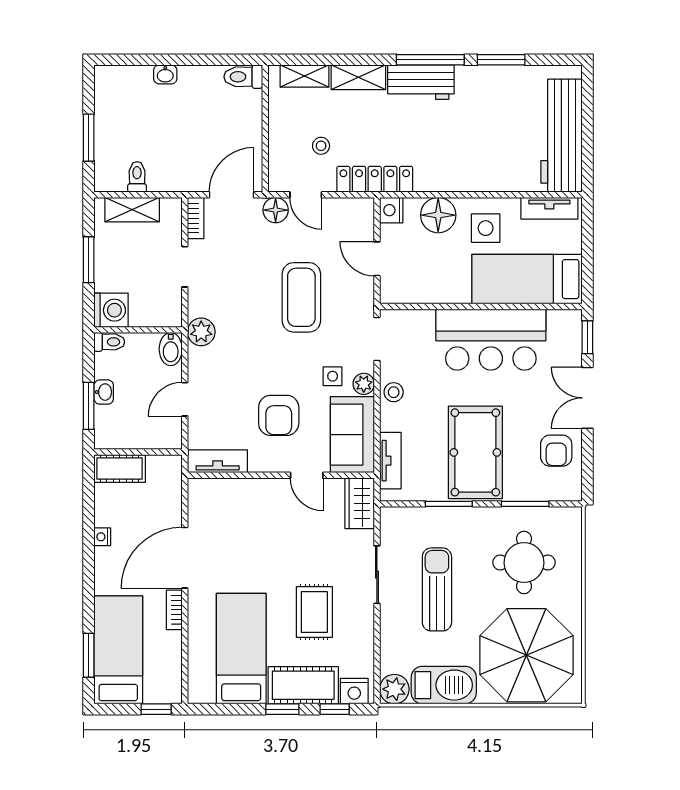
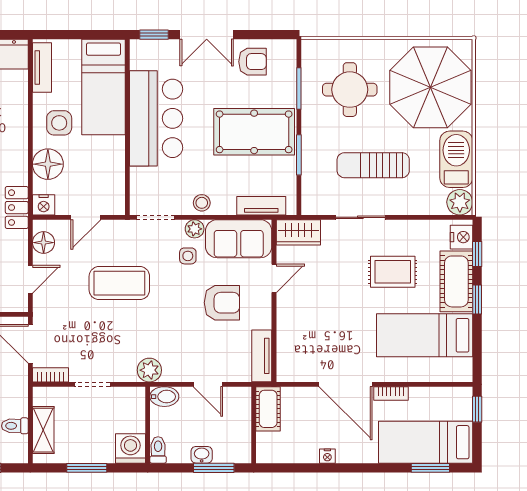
locker: (375, 179) -> (17, 208), width x0.66
floor lamp: (276, 210) -> (44, 243), moved
cot: (120, 469) -> (268, 409), moved

